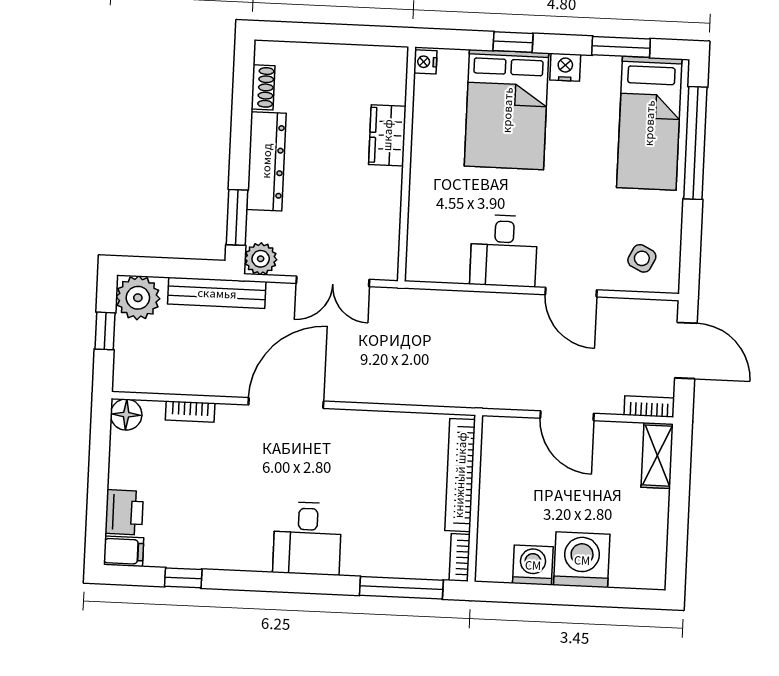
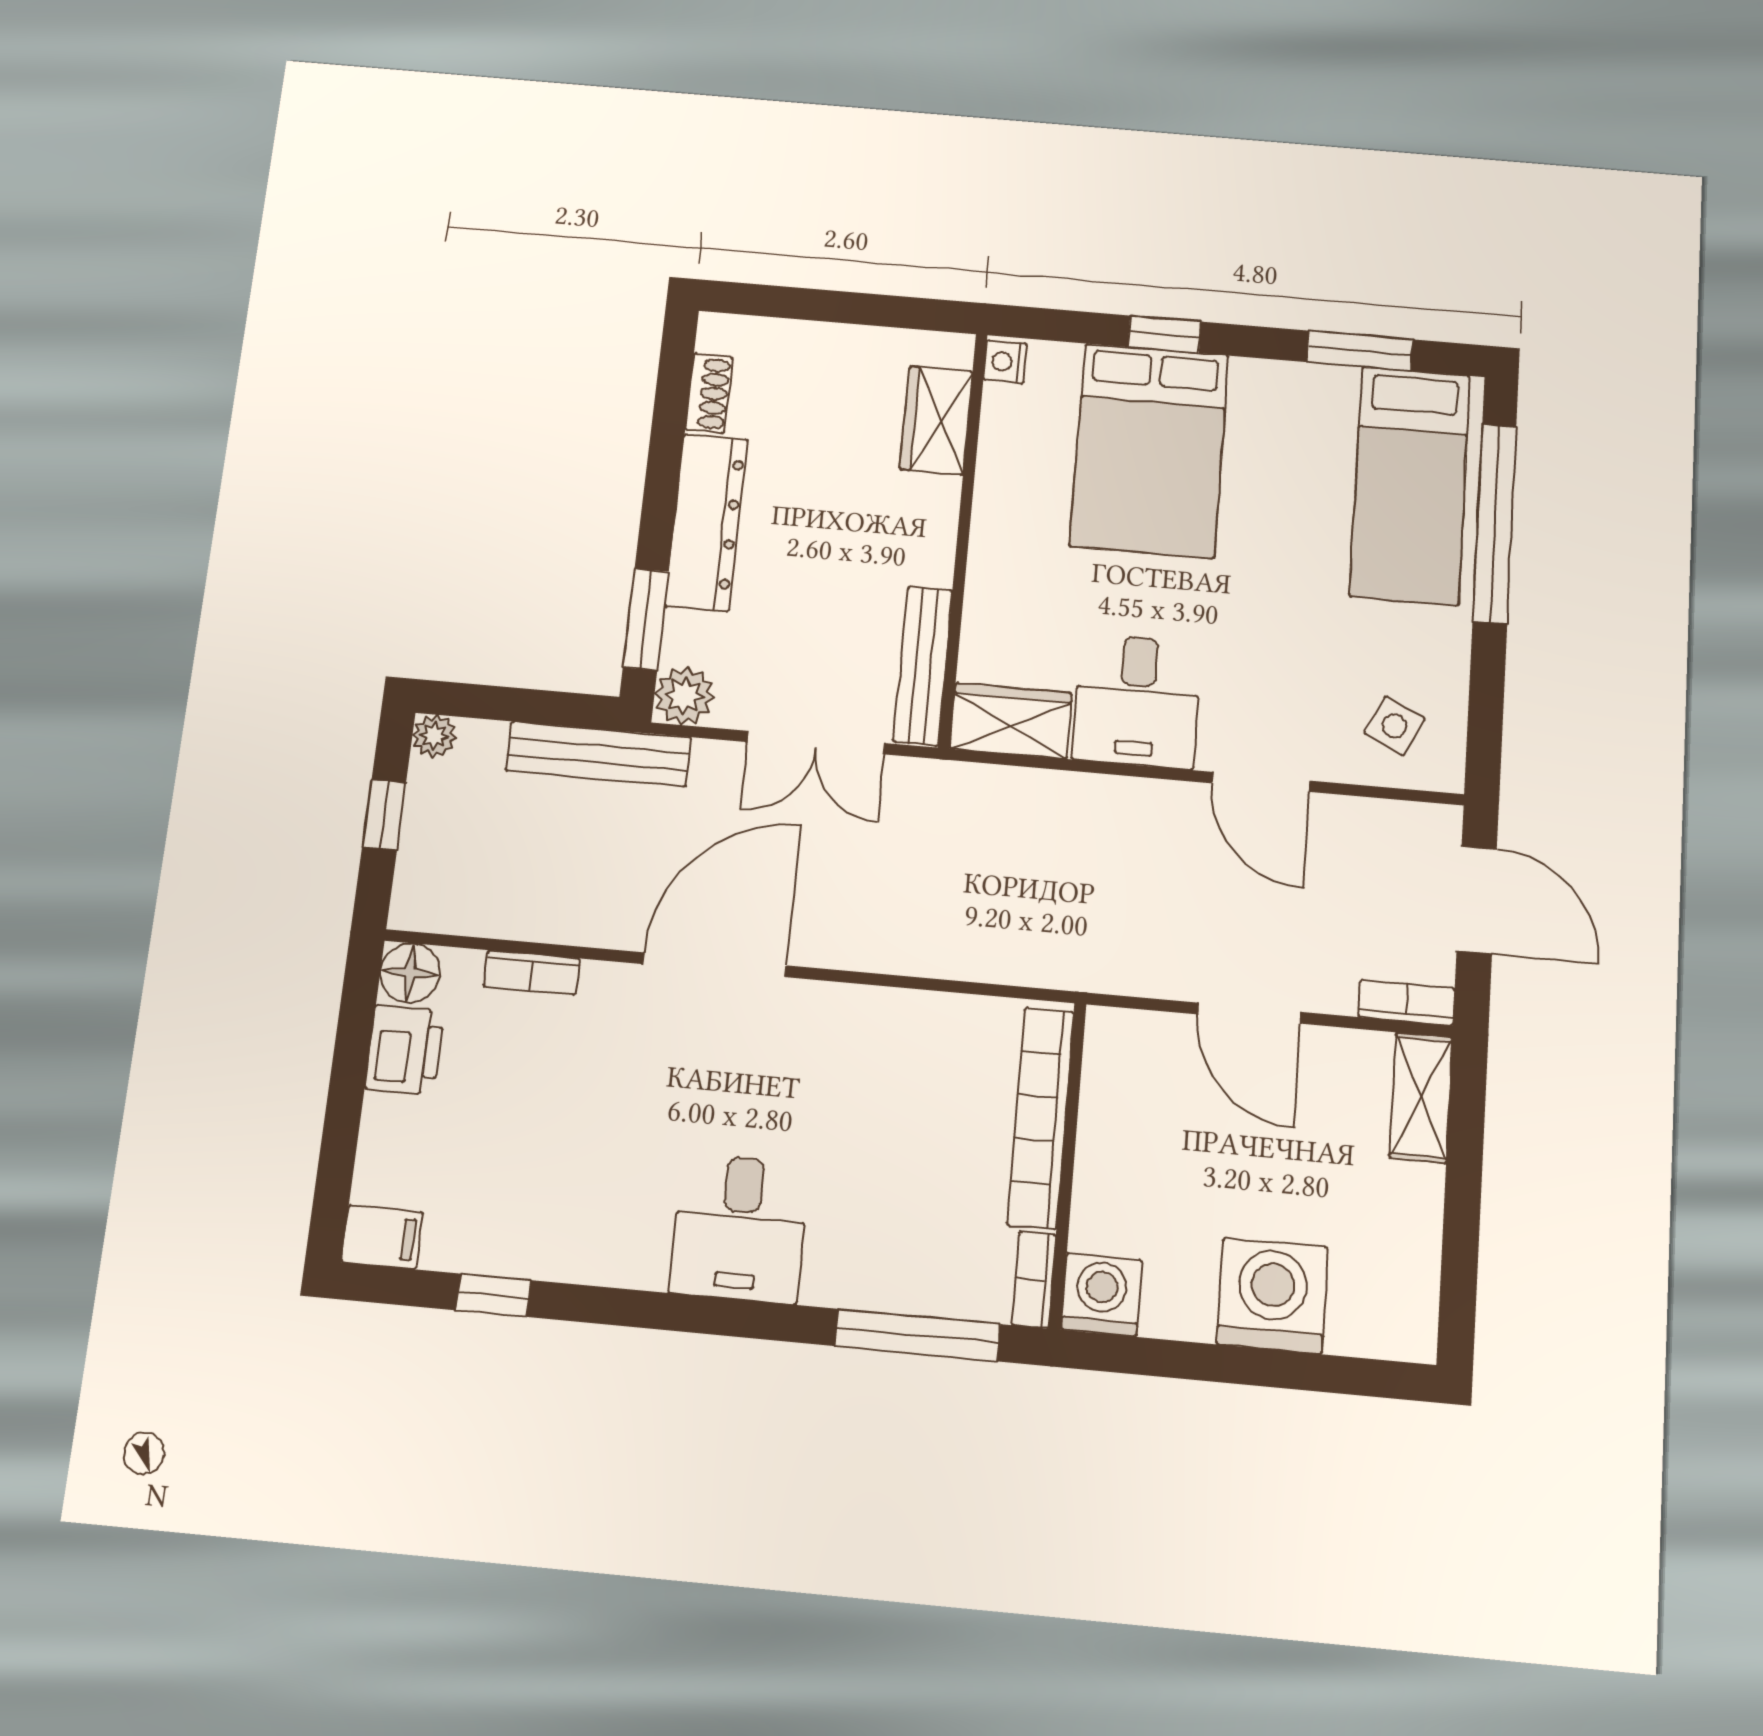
nightstand: (565, 67) -> (1258, 381), removed
wardrobe: (387, 135) -> (936, 420), moved
bench: (388, 237) -> (923, 666), added
wardrobe: (437, 265) -> (1011, 721), added
plant: (138, 298) -> (434, 736), width x0.53, depth x0.53
printer: (124, 512) -> (405, 1050), moved
washing machine: (533, 565) -> (1101, 1295), moved

